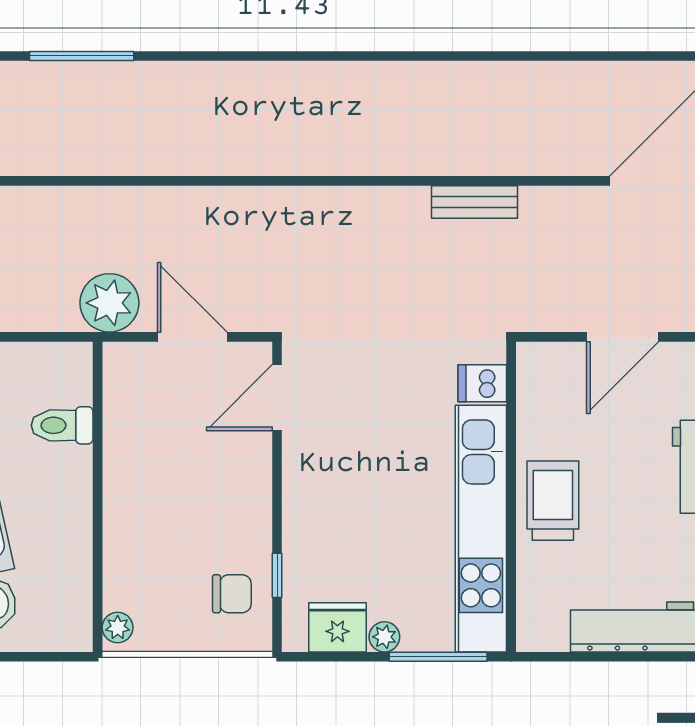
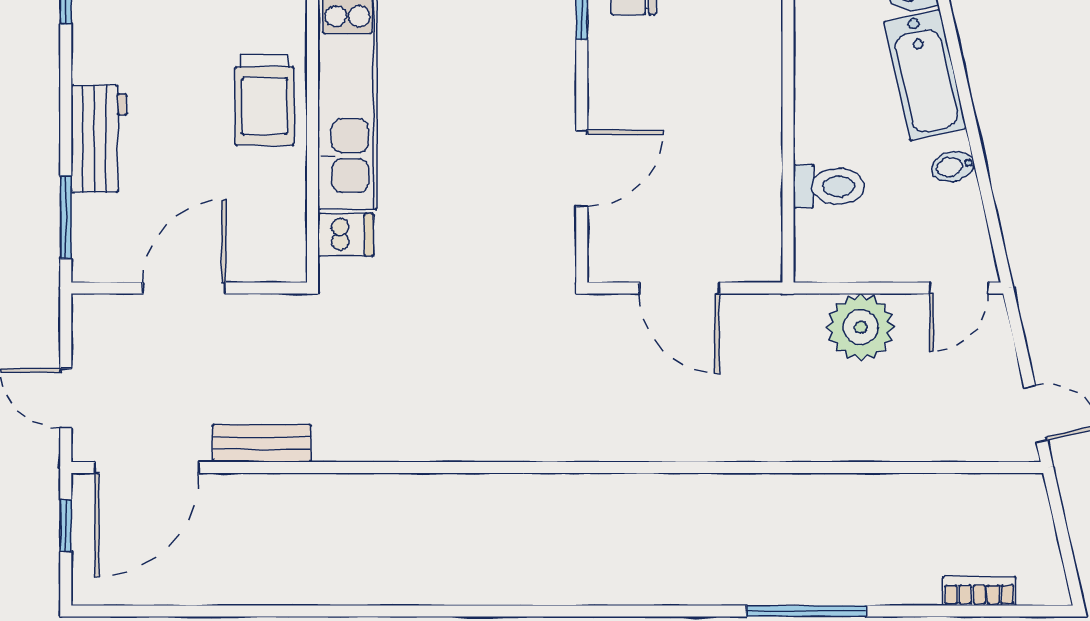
bench: (474, 202) -> (262, 443), moved
plant: (109, 303) -> (861, 327), moved
door: (277, 398) -> (582, 168), moved

